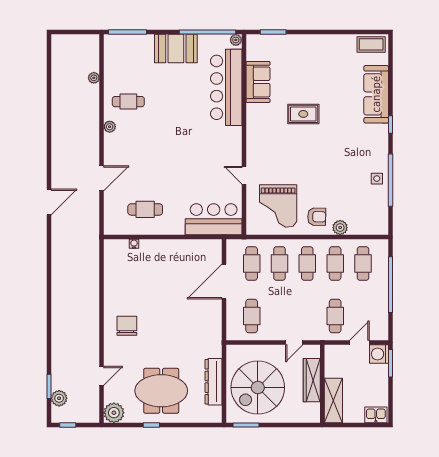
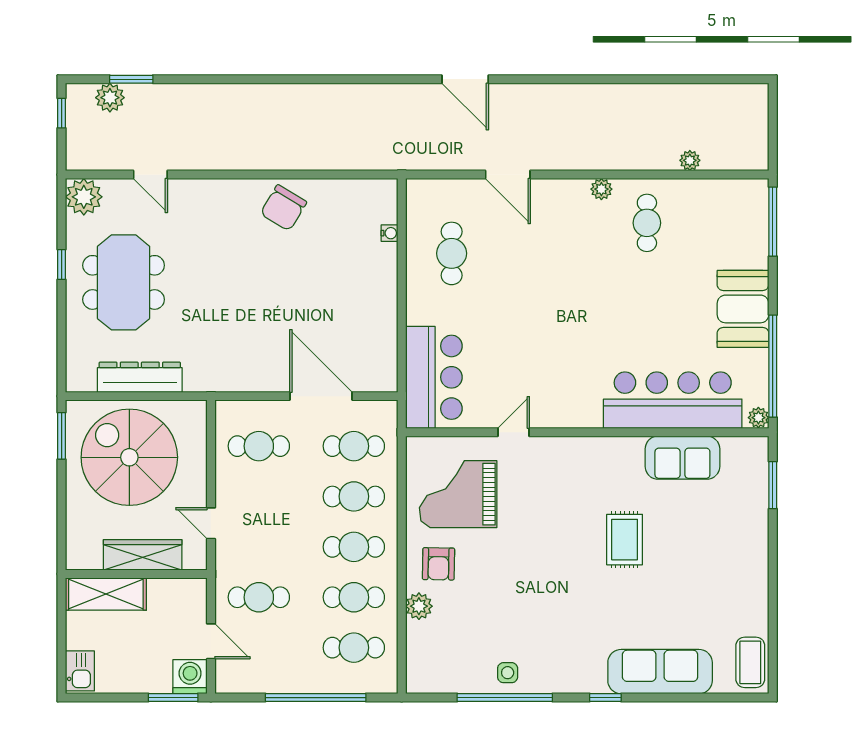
chair: (127, 326) -> (283, 208), moved, turned 121

